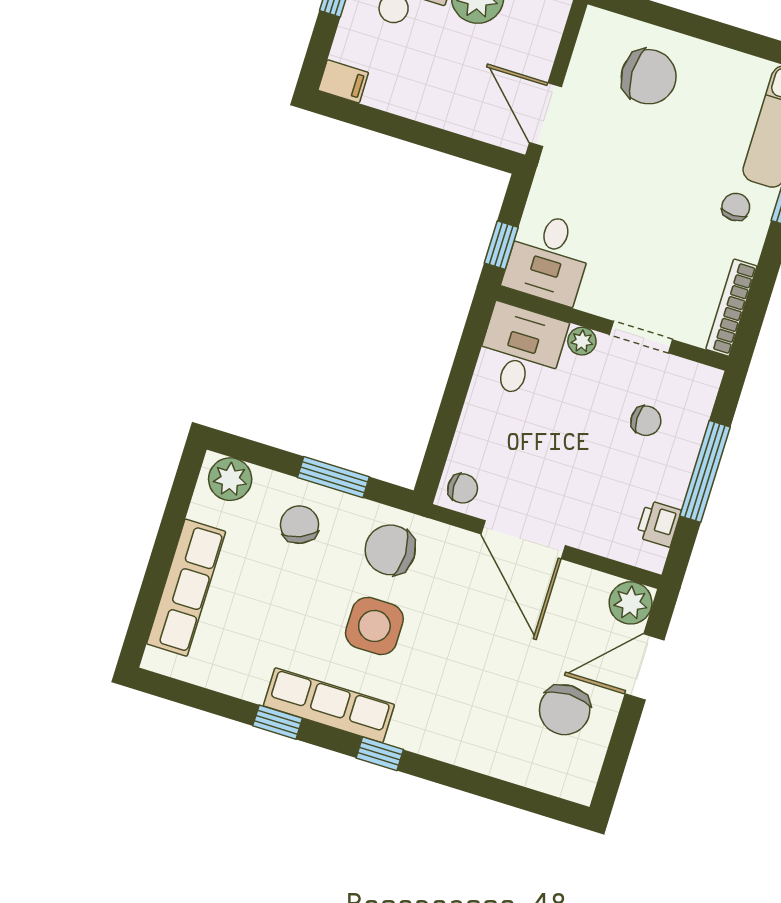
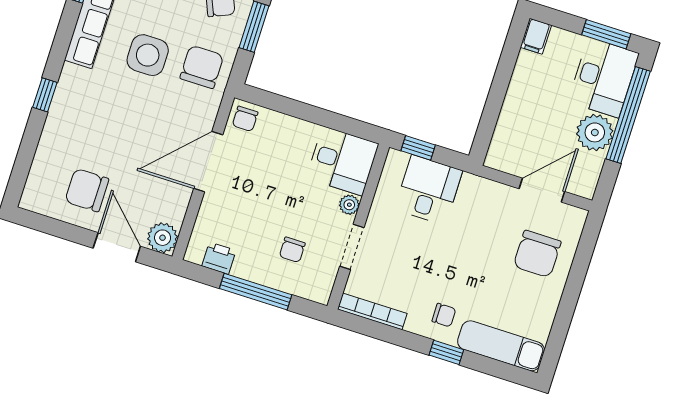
door: (545, 115) -> (542, 190), moved
desk: (548, 258) -> (429, 190), moved, turned 90
window: (380, 754) -> (45, 95), moved

